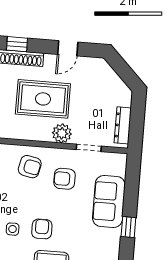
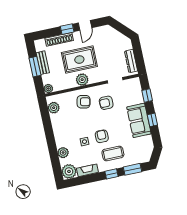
window: (17, 44) -> (67, 29), moved
plant: (62, 133) -> (82, 80), moved
window: (132, 187) -> (147, 95), added
sofa: (109, 201) -> (139, 120), moved

